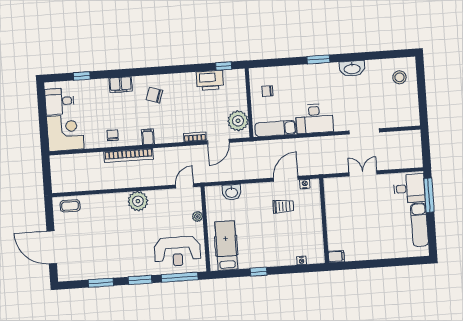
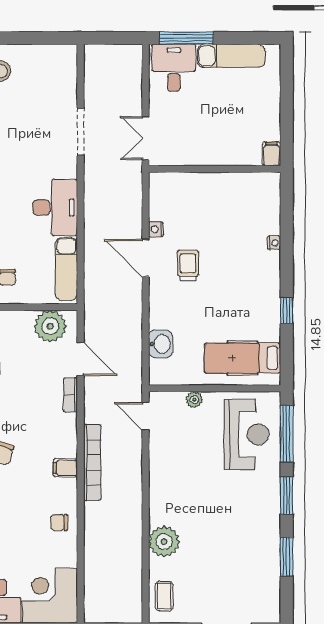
bookcase: (129, 155) -> (92, 463), moved
plant: (138, 201) -> (164, 542), moved
wall: (324, 221) -> (215, 169), moved
filing cabinet: (336, 256) -> (271, 154), moved

